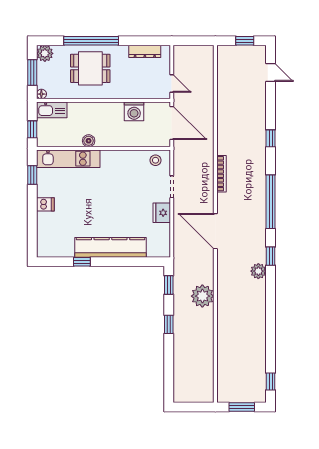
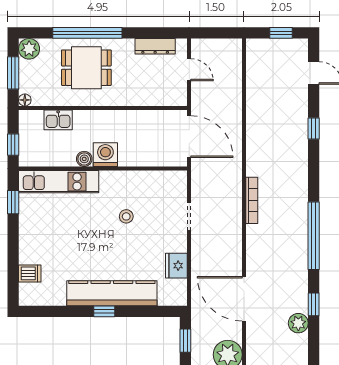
door: (172, 84) -> (189, 70), moved
kitchen sink: (52, 110) -> (58, 120), moved, width x0.73
washing machine: (134, 111) -> (105, 155), moved, turned 180
window: (271, 138) -> (314, 129), moved
stool: (156, 160) -> (126, 216), moved
dishwasher: (45, 204) -> (30, 273), moved
fridge: (162, 213) -> (176, 266), moved
door: (215, 231) -> (244, 299), moved
window: (82, 262) -> (104, 311), moved

